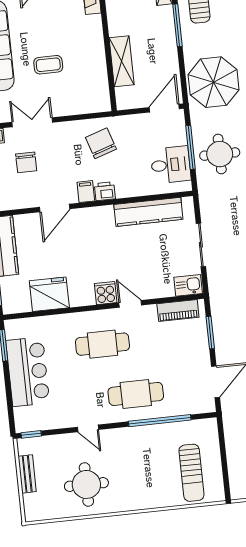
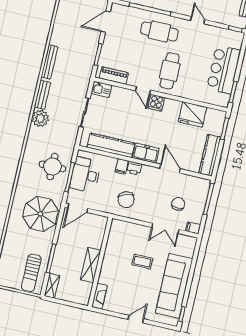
shelving: (122, 61) -> (91, 265), moved
desk: (171, 165) -> (85, 175), width x1.37
filing cabinet: (86, 192) -> (122, 166), moved
door: (55, 208) -> (170, 169), hinge flipped
freezer: (96, 218) -> (146, 153), added
cafe table: (102, 344) -> (170, 71), turned 90

